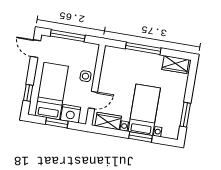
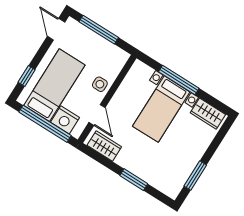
door: (93, 100) -> (97, 115), hinge flipped
bed with nightstands: (144, 110) -> (161, 109), moved, turned 180
window: (57, 123) -> (45, 124), width x2.11

